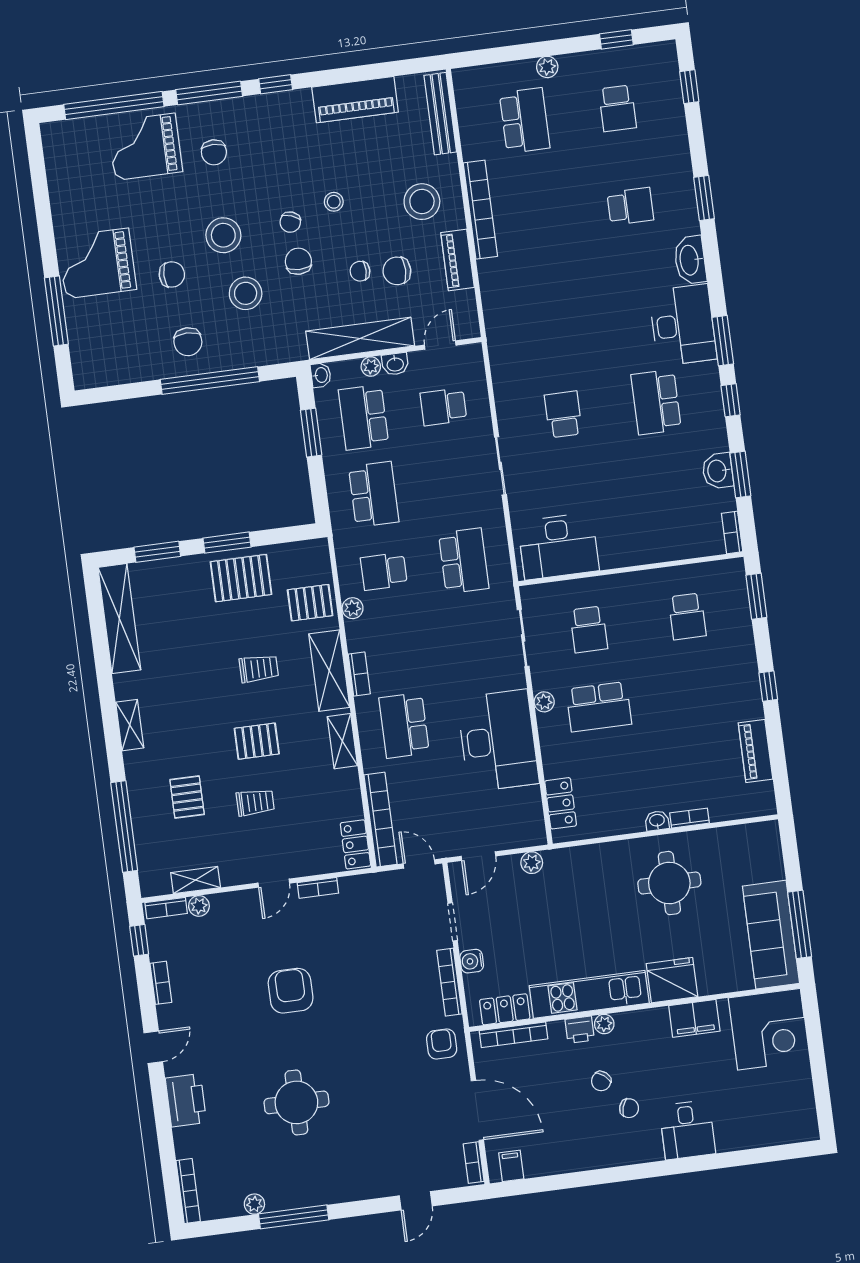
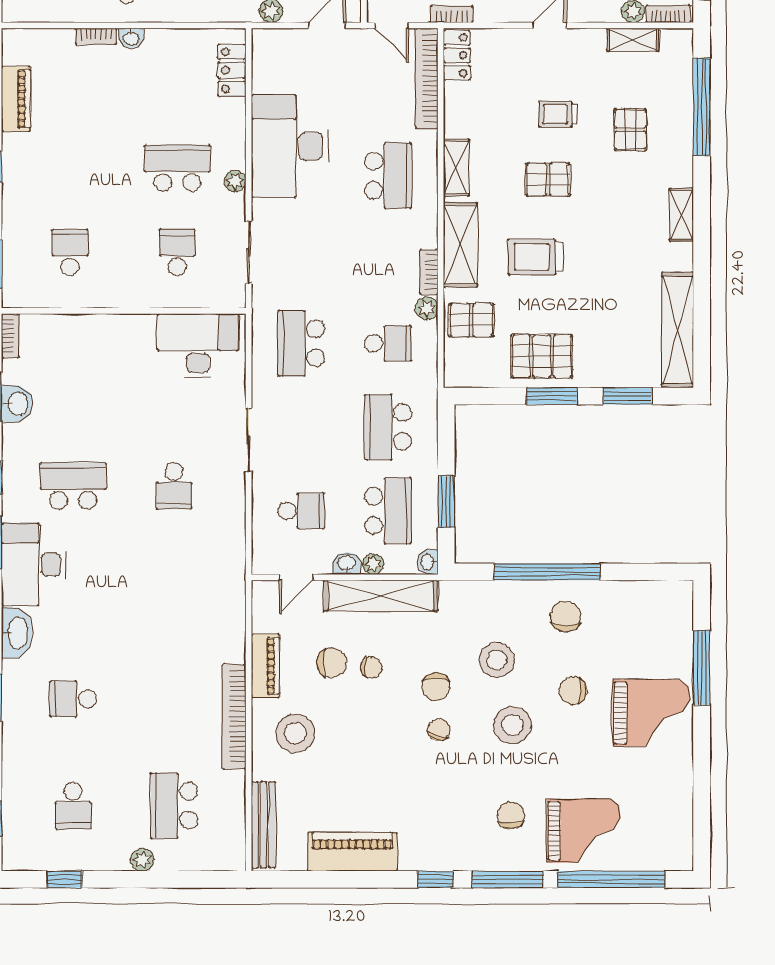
school desk: (617, 108) -> (73, 805), turned 180
stool: (334, 202) -> (390, 745), removed
school desk: (656, 402) -> (73, 486), turned -90
trolley: (259, 668) -> (535, 257), width x1.36, depth x1.39
bookcase: (359, 674) -> (429, 272), moved
bookcase: (318, 888) -> (452, 14), moved

